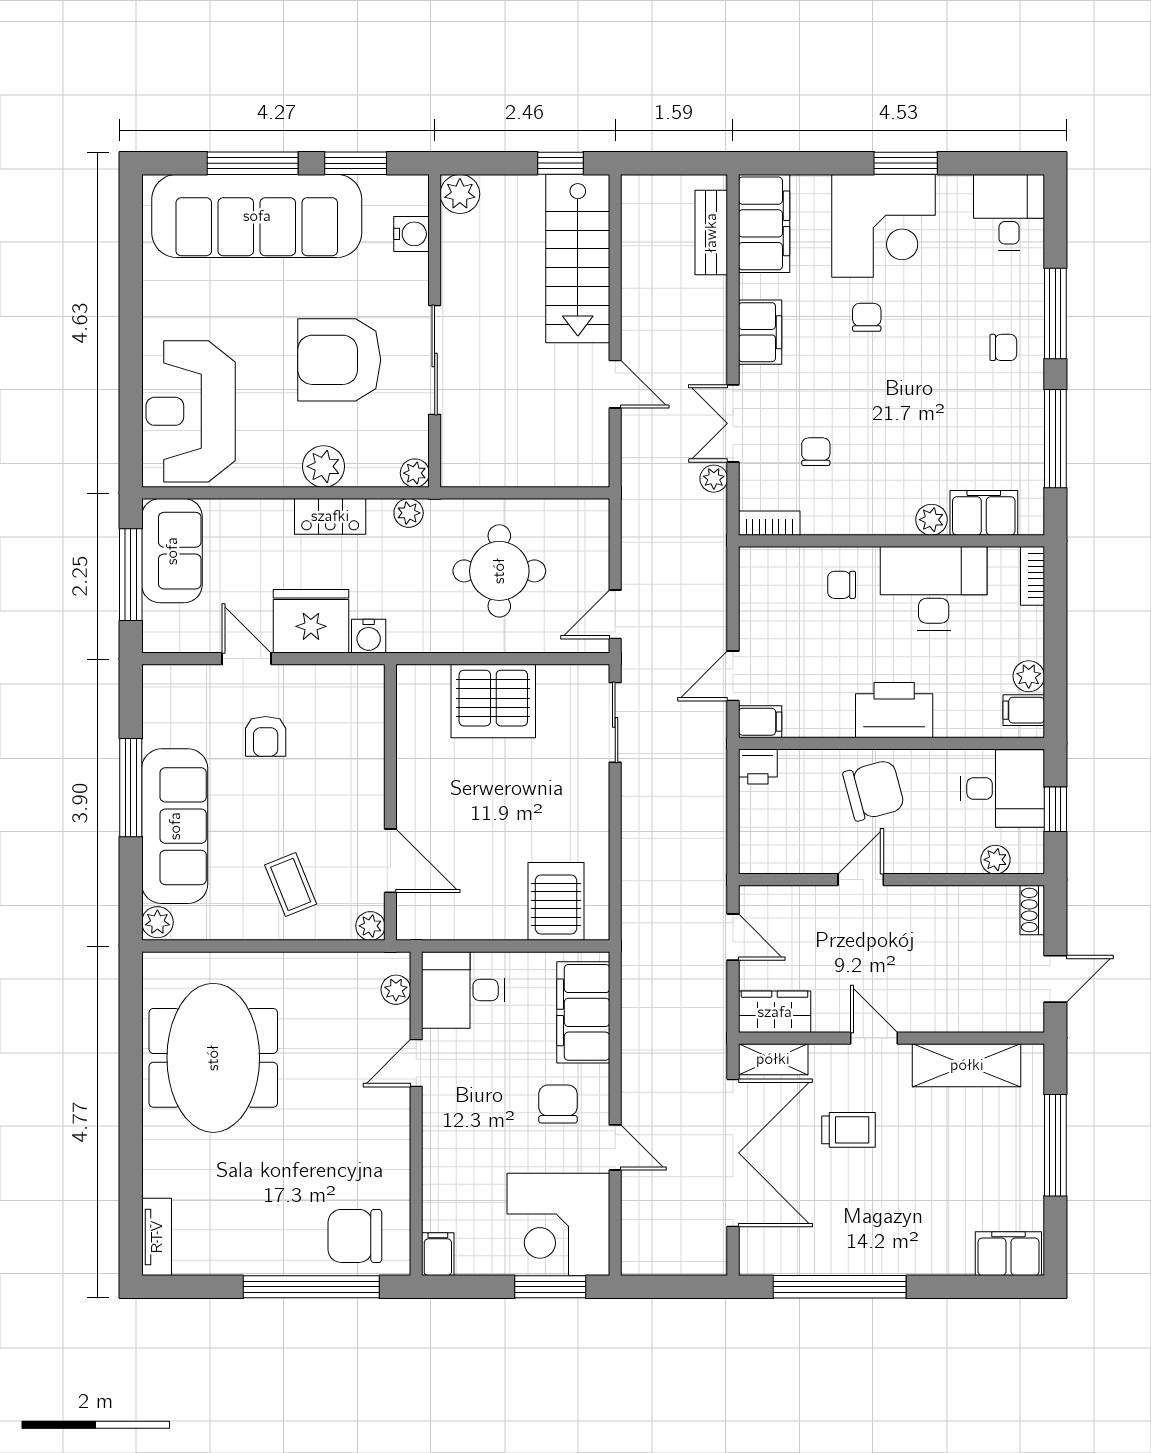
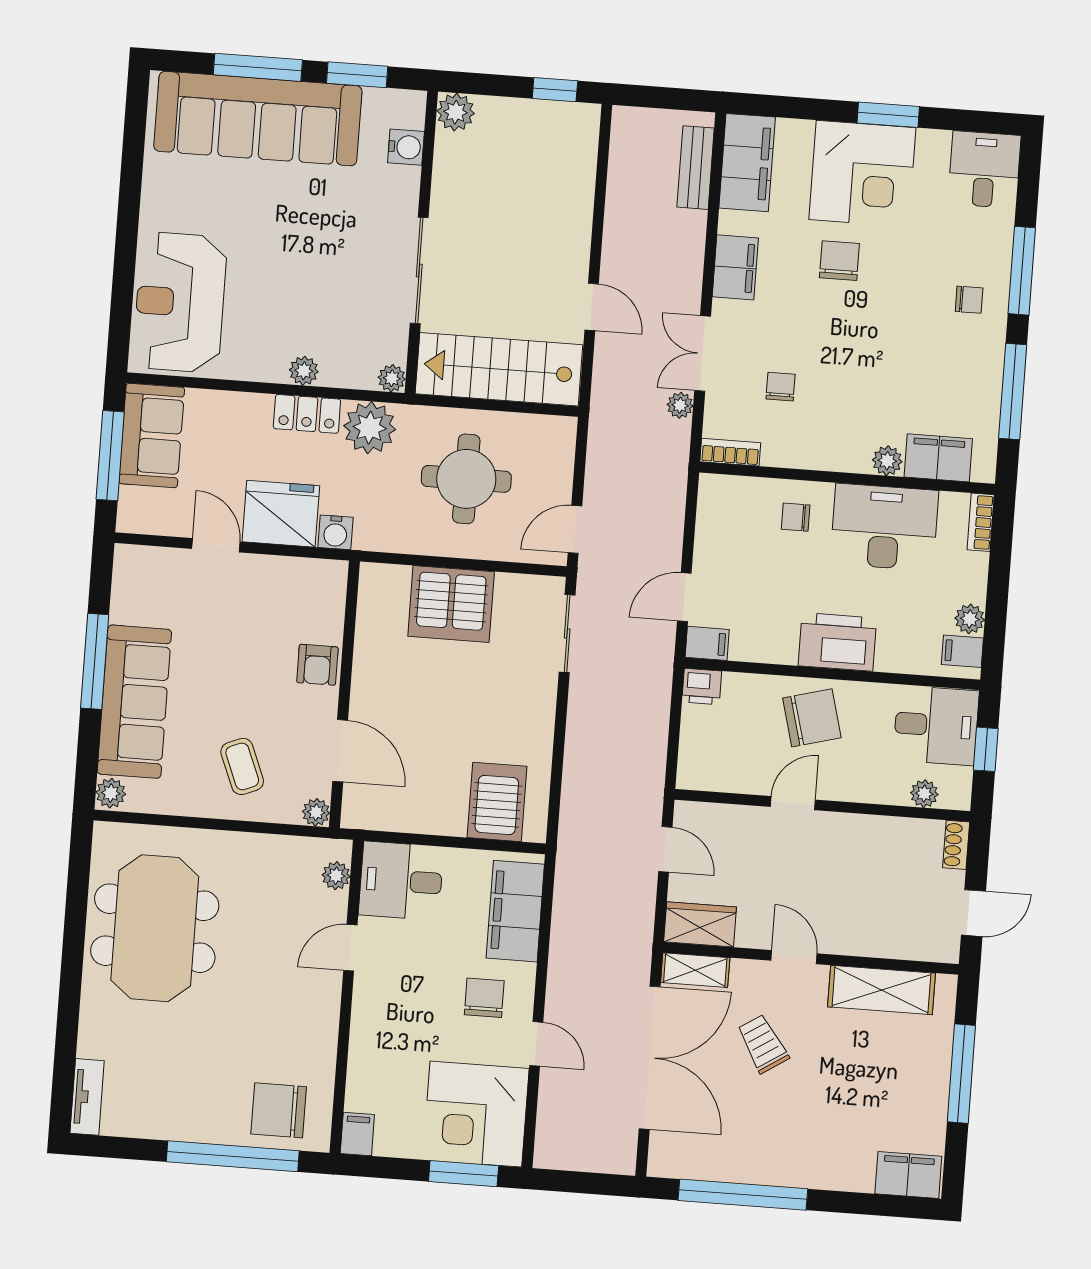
stairs: (578, 259) -> (499, 369), moved, turned 90
chair: (867, 317) -> (839, 261), width x1.37, depth x1.37
armchair: (339, 360) -> (327, 263), removed
plant: (324, 466) -> (304, 371), width x0.73, depth x0.73
plant: (409, 513) -> (370, 428), width x1.88, depth x1.88
armchair: (266, 736) -> (317, 665), moved
trolley: (848, 1130) -> (763, 1044), turned -123

